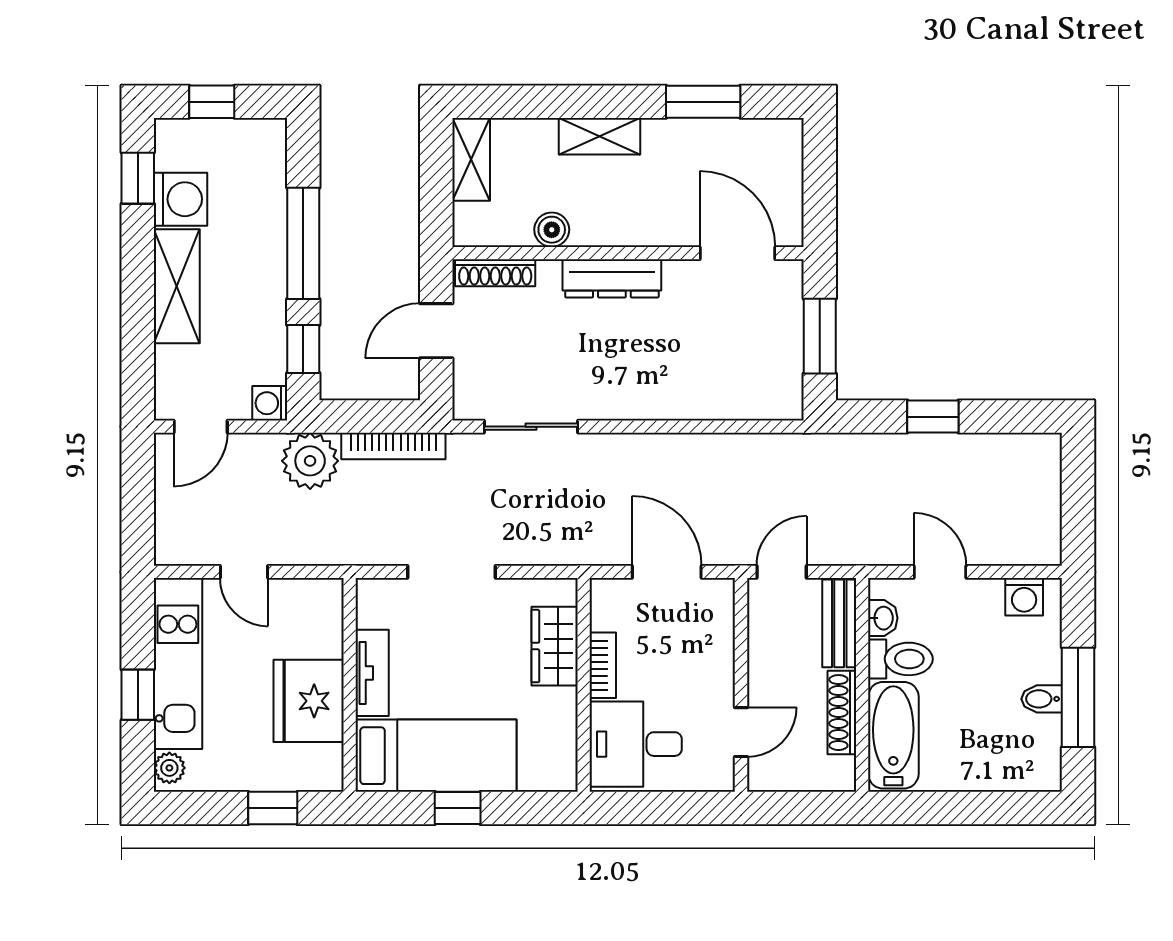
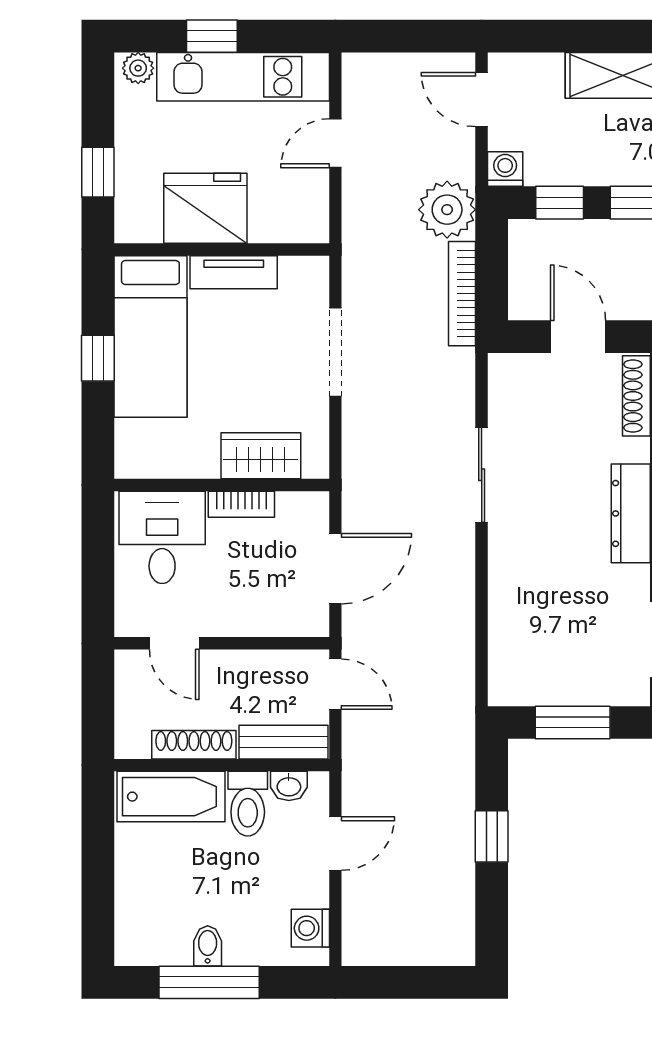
sliding door: (531, 427) -> (482, 475), moved

